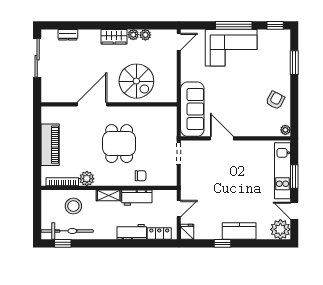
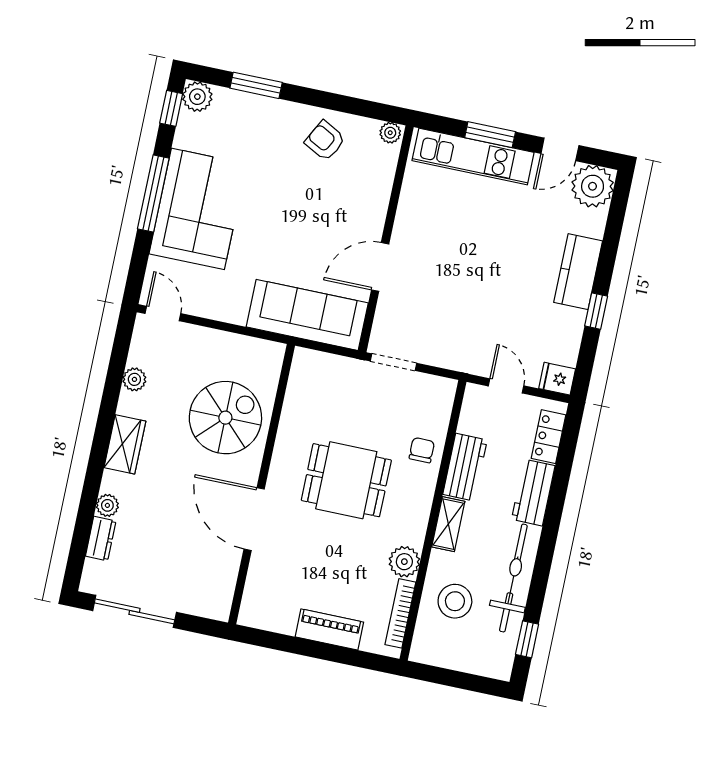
plant: (133, 35) -> (107, 505), moved
plant: (283, 36) -> (197, 97), added
piano: (50, 145) -> (329, 629), width x0.73, depth x0.75
bicycle: (67, 231) -> (513, 578), moved

